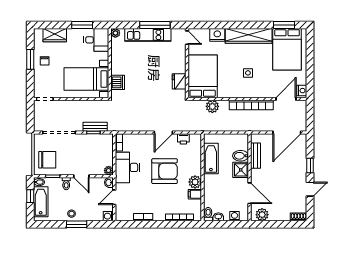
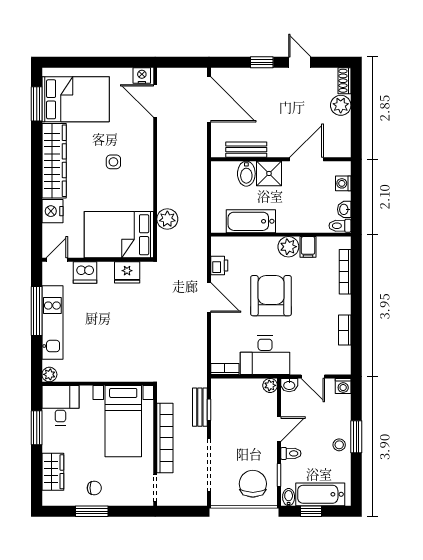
dishwasher: (118, 82) -> (85, 272), moved, turned 180
bookcase: (251, 105) -> (165, 438), moved
plant: (262, 215) -> (341, 105), moved

